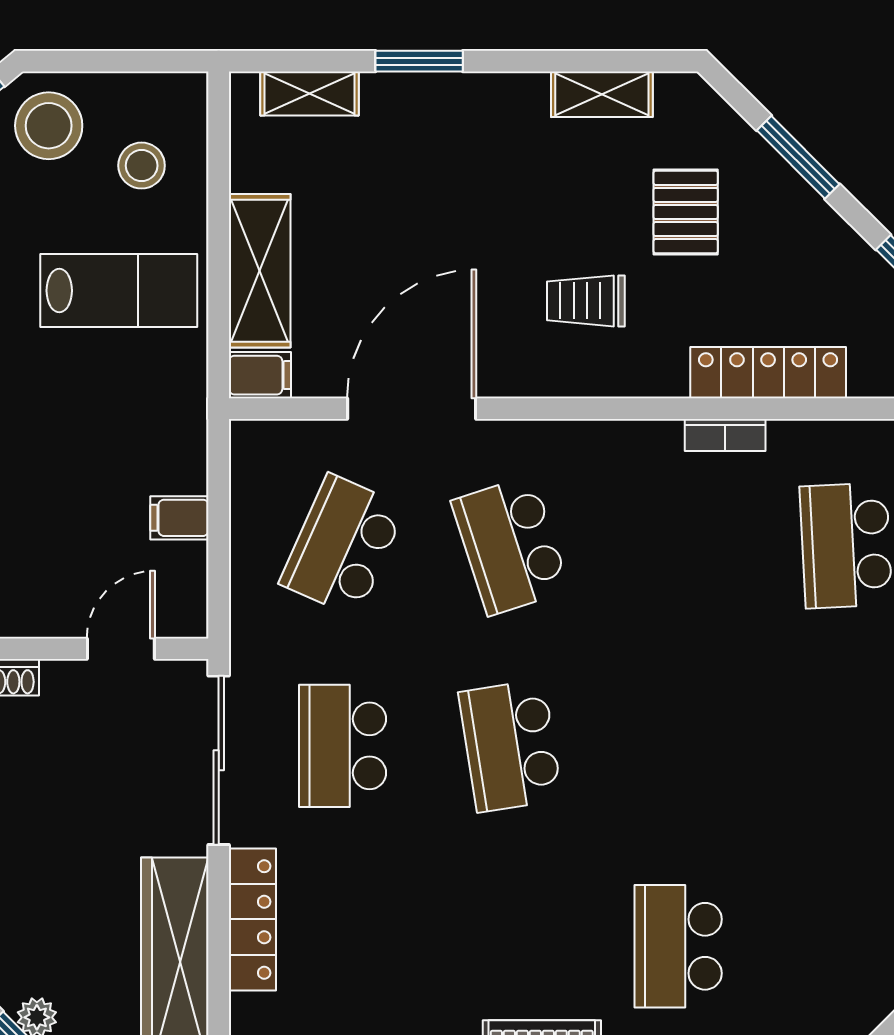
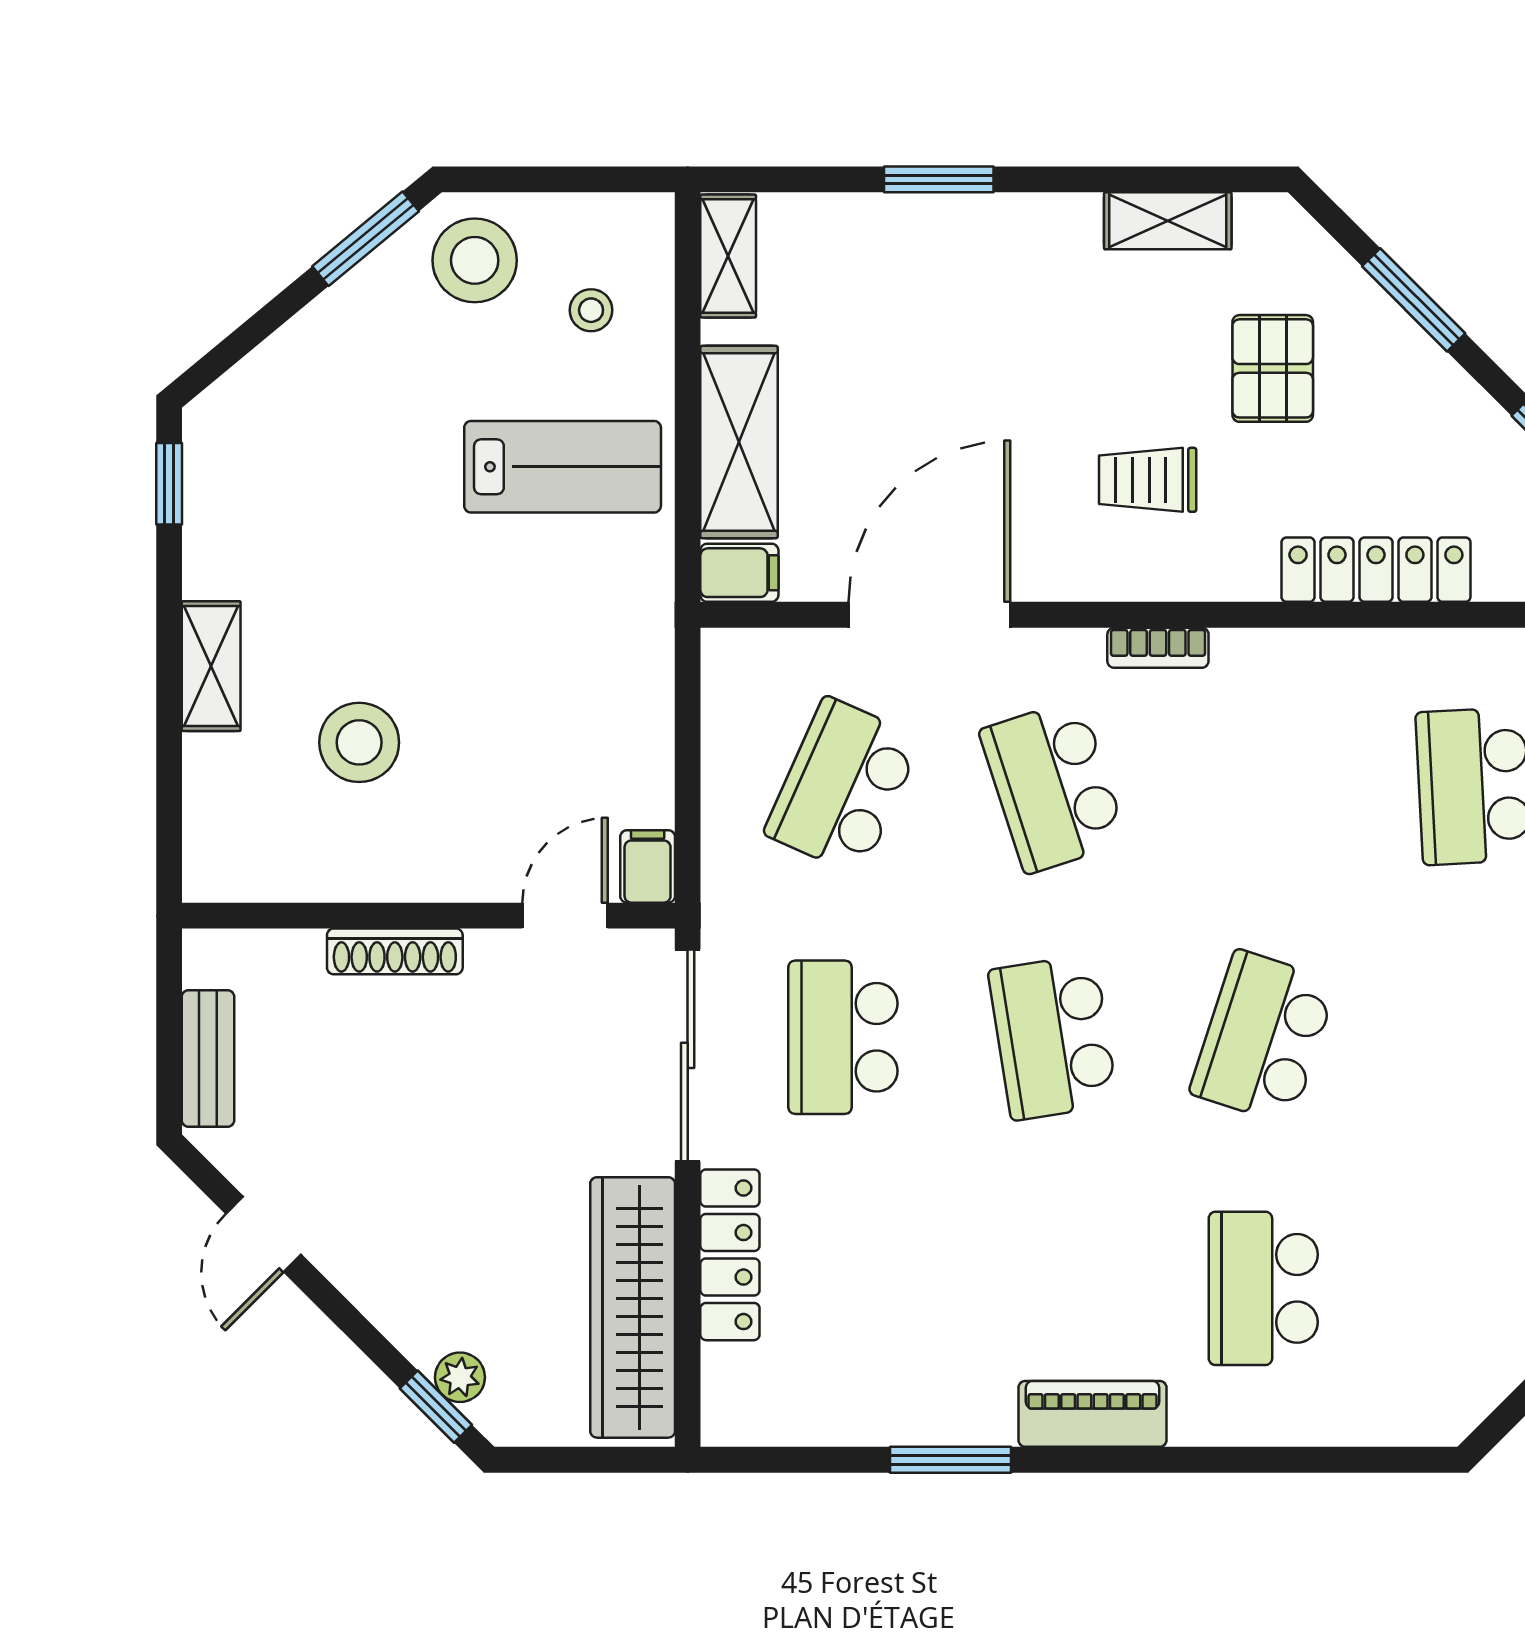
shelving: (310, 93) -> (728, 256), moved, turned 90
stool: (142, 166) -> (591, 310), width x0.73, depth x0.73
bookcase: (725, 435) -> (1158, 648), moved
filing cabinet: (179, 518) -> (648, 866), moved, turned 90
school desk: (678, 746) -> (1263, 1037), added

